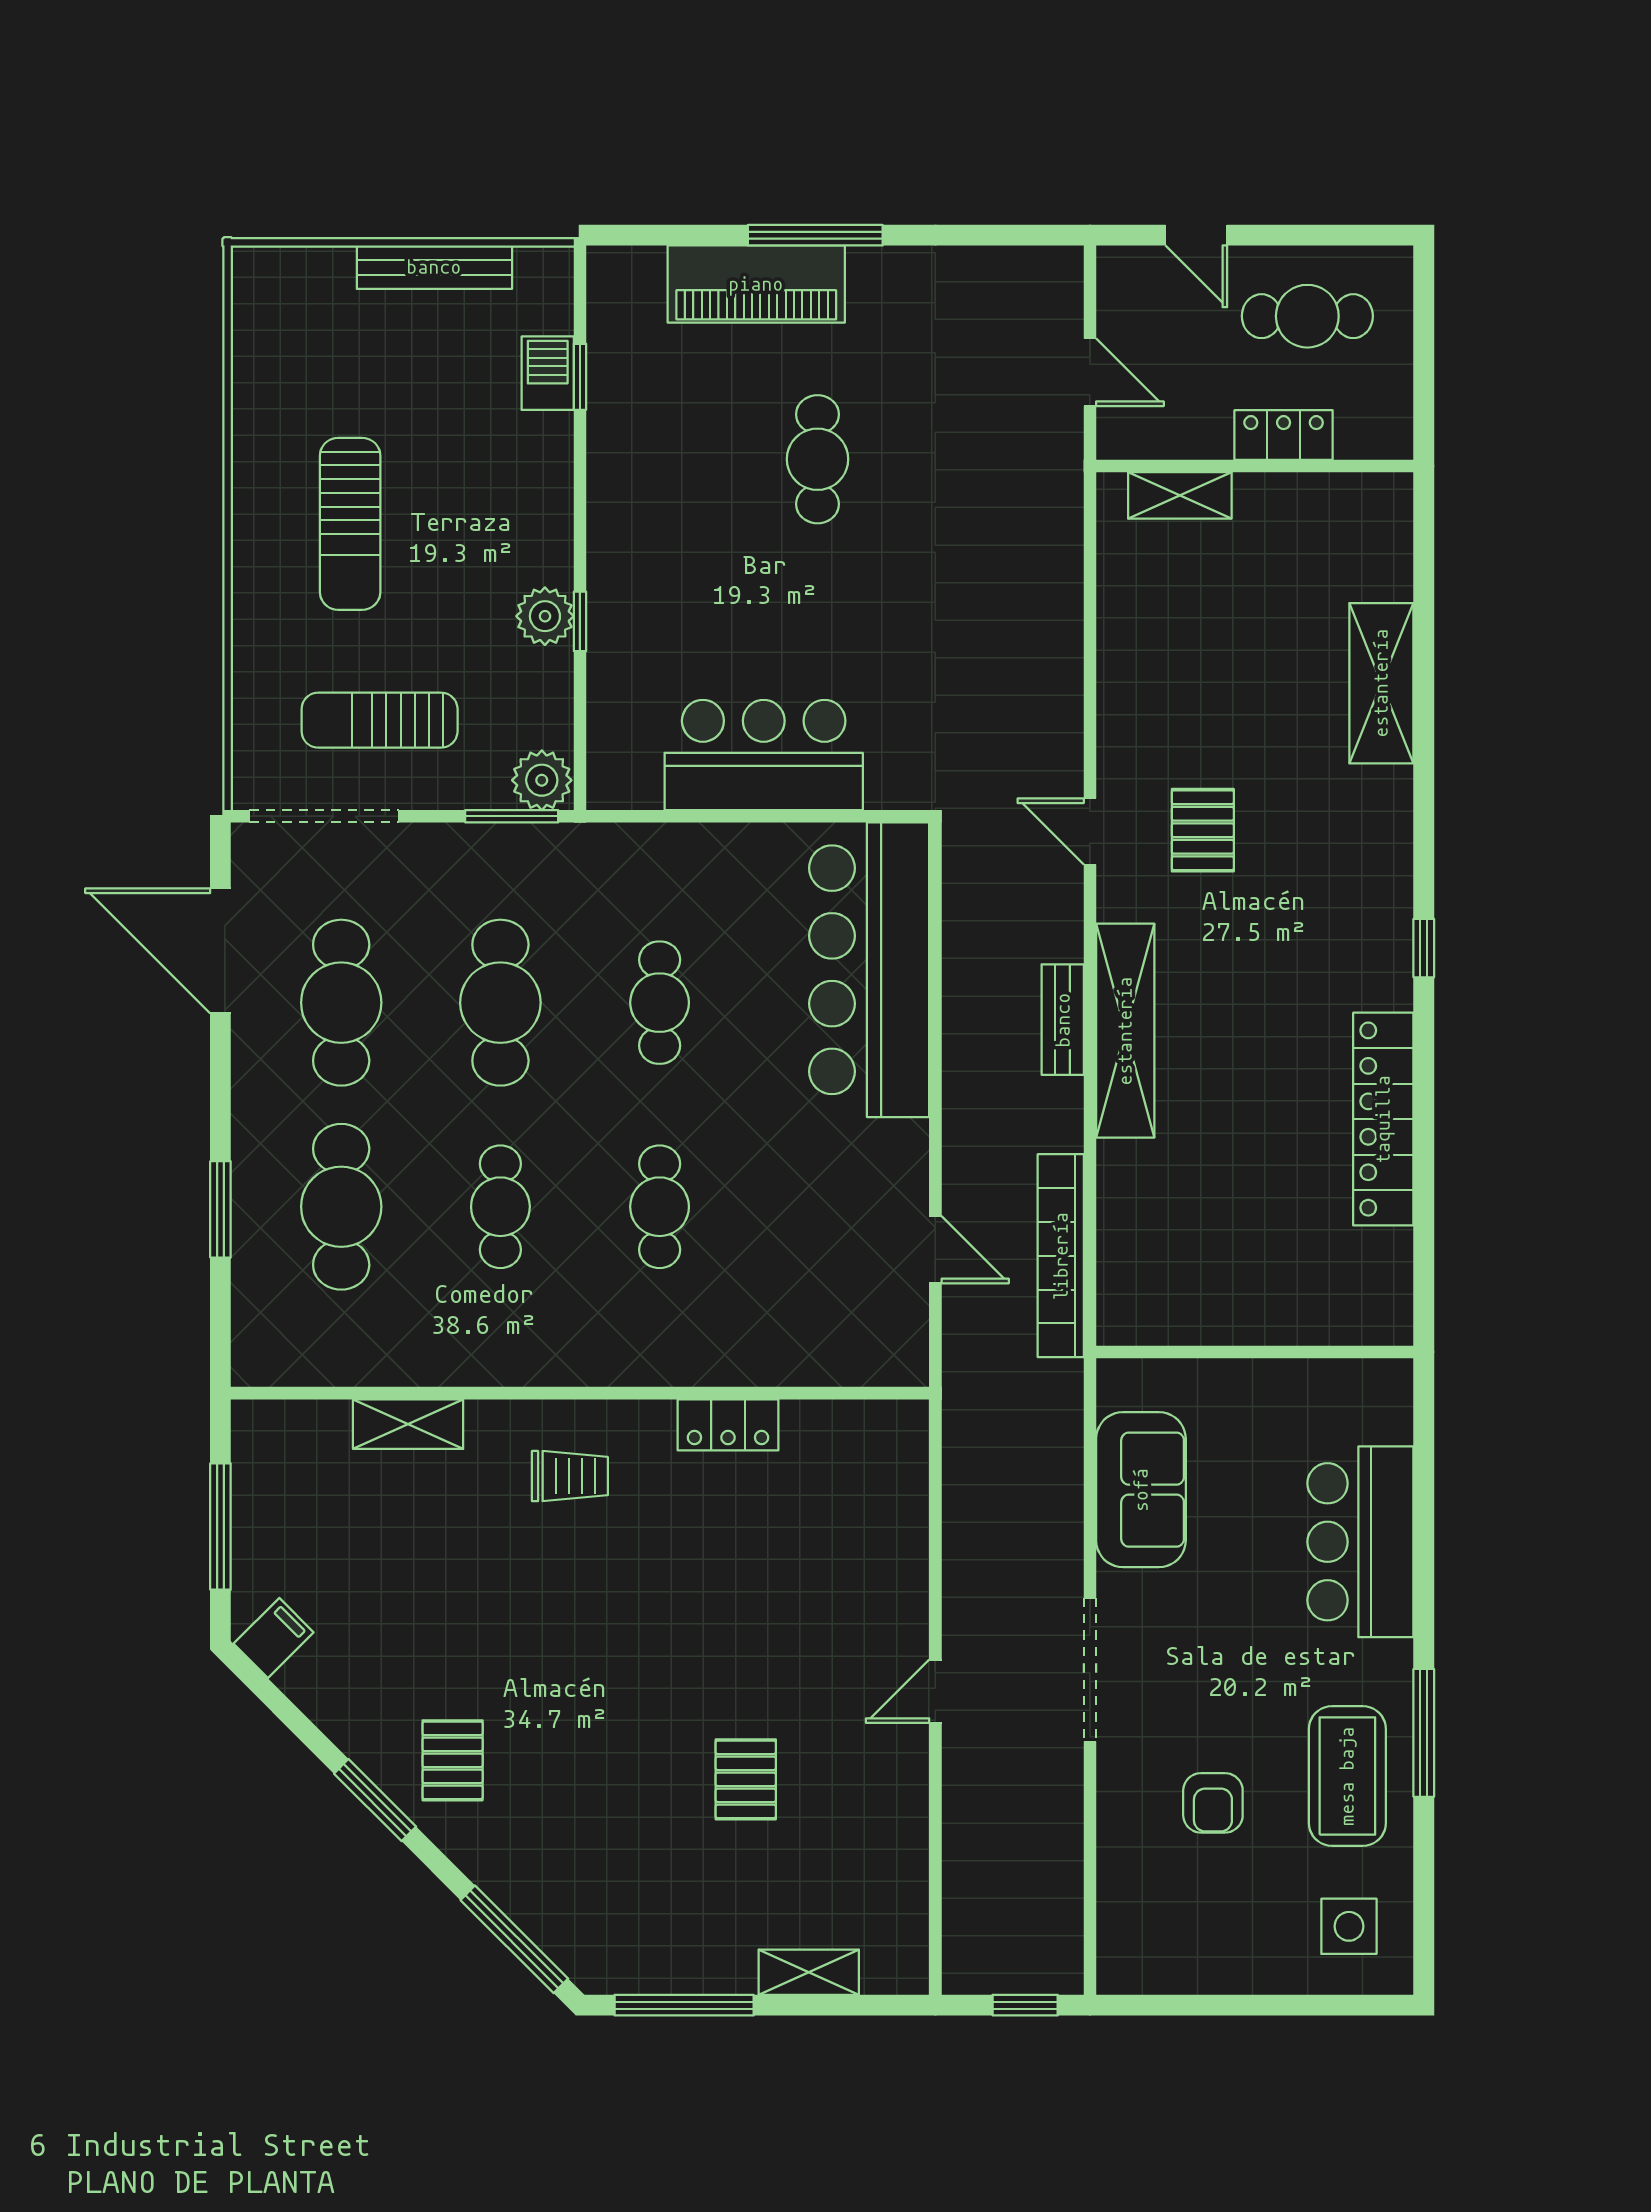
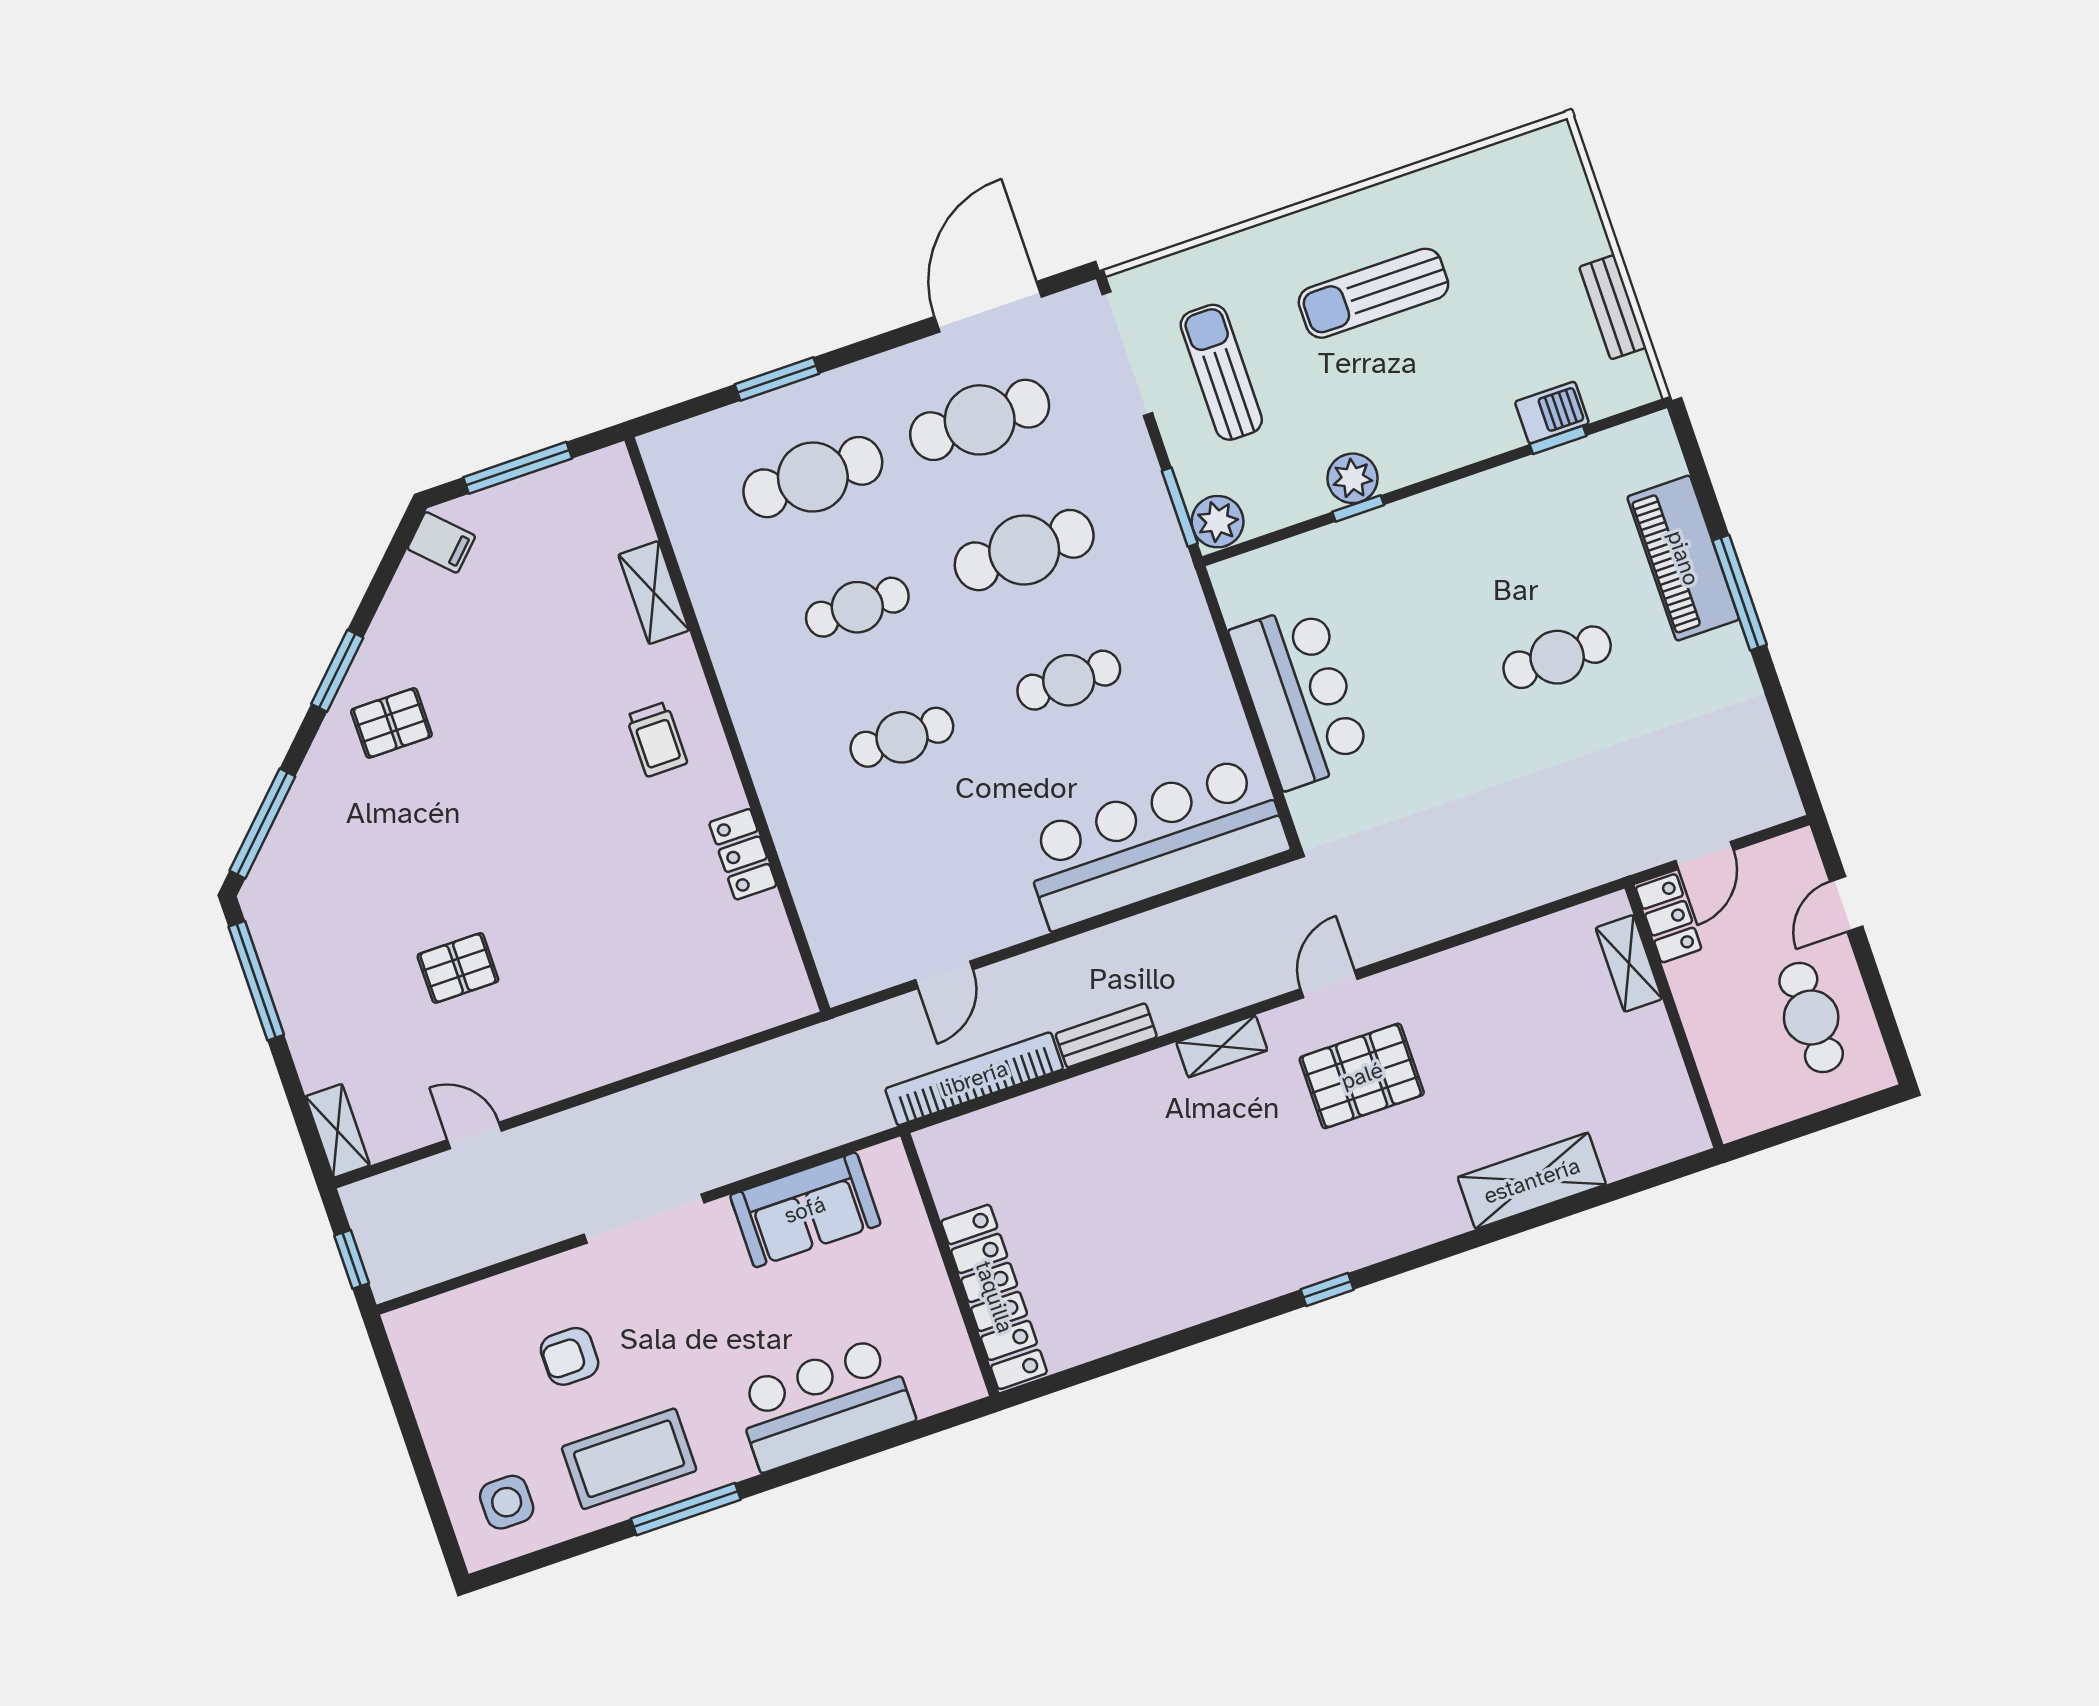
bench: (434, 267) -> (1613, 307), width x0.73
locker: (1284, 435) -> (1669, 918), moved
pallet: (1203, 830) -> (1362, 1076), width x1.50, depth x1.42
bench: (1063, 1020) -> (1106, 1035), moved
shelving: (1125, 1031) -> (1222, 1046), width x0.45, depth x0.75
locker: (1383, 1119) -> (994, 1297), moved, turned 90
door: (935, 1691) -> (475, 1135), moved
shelving: (809, 1972) -> (338, 1131), moved

